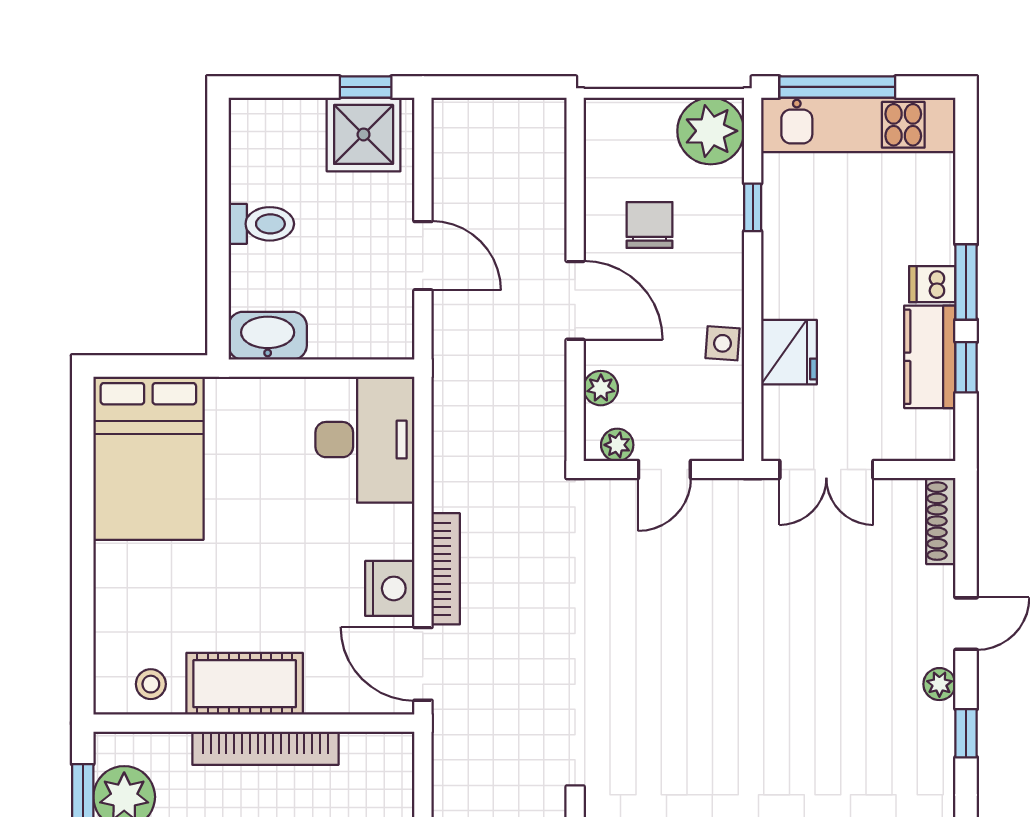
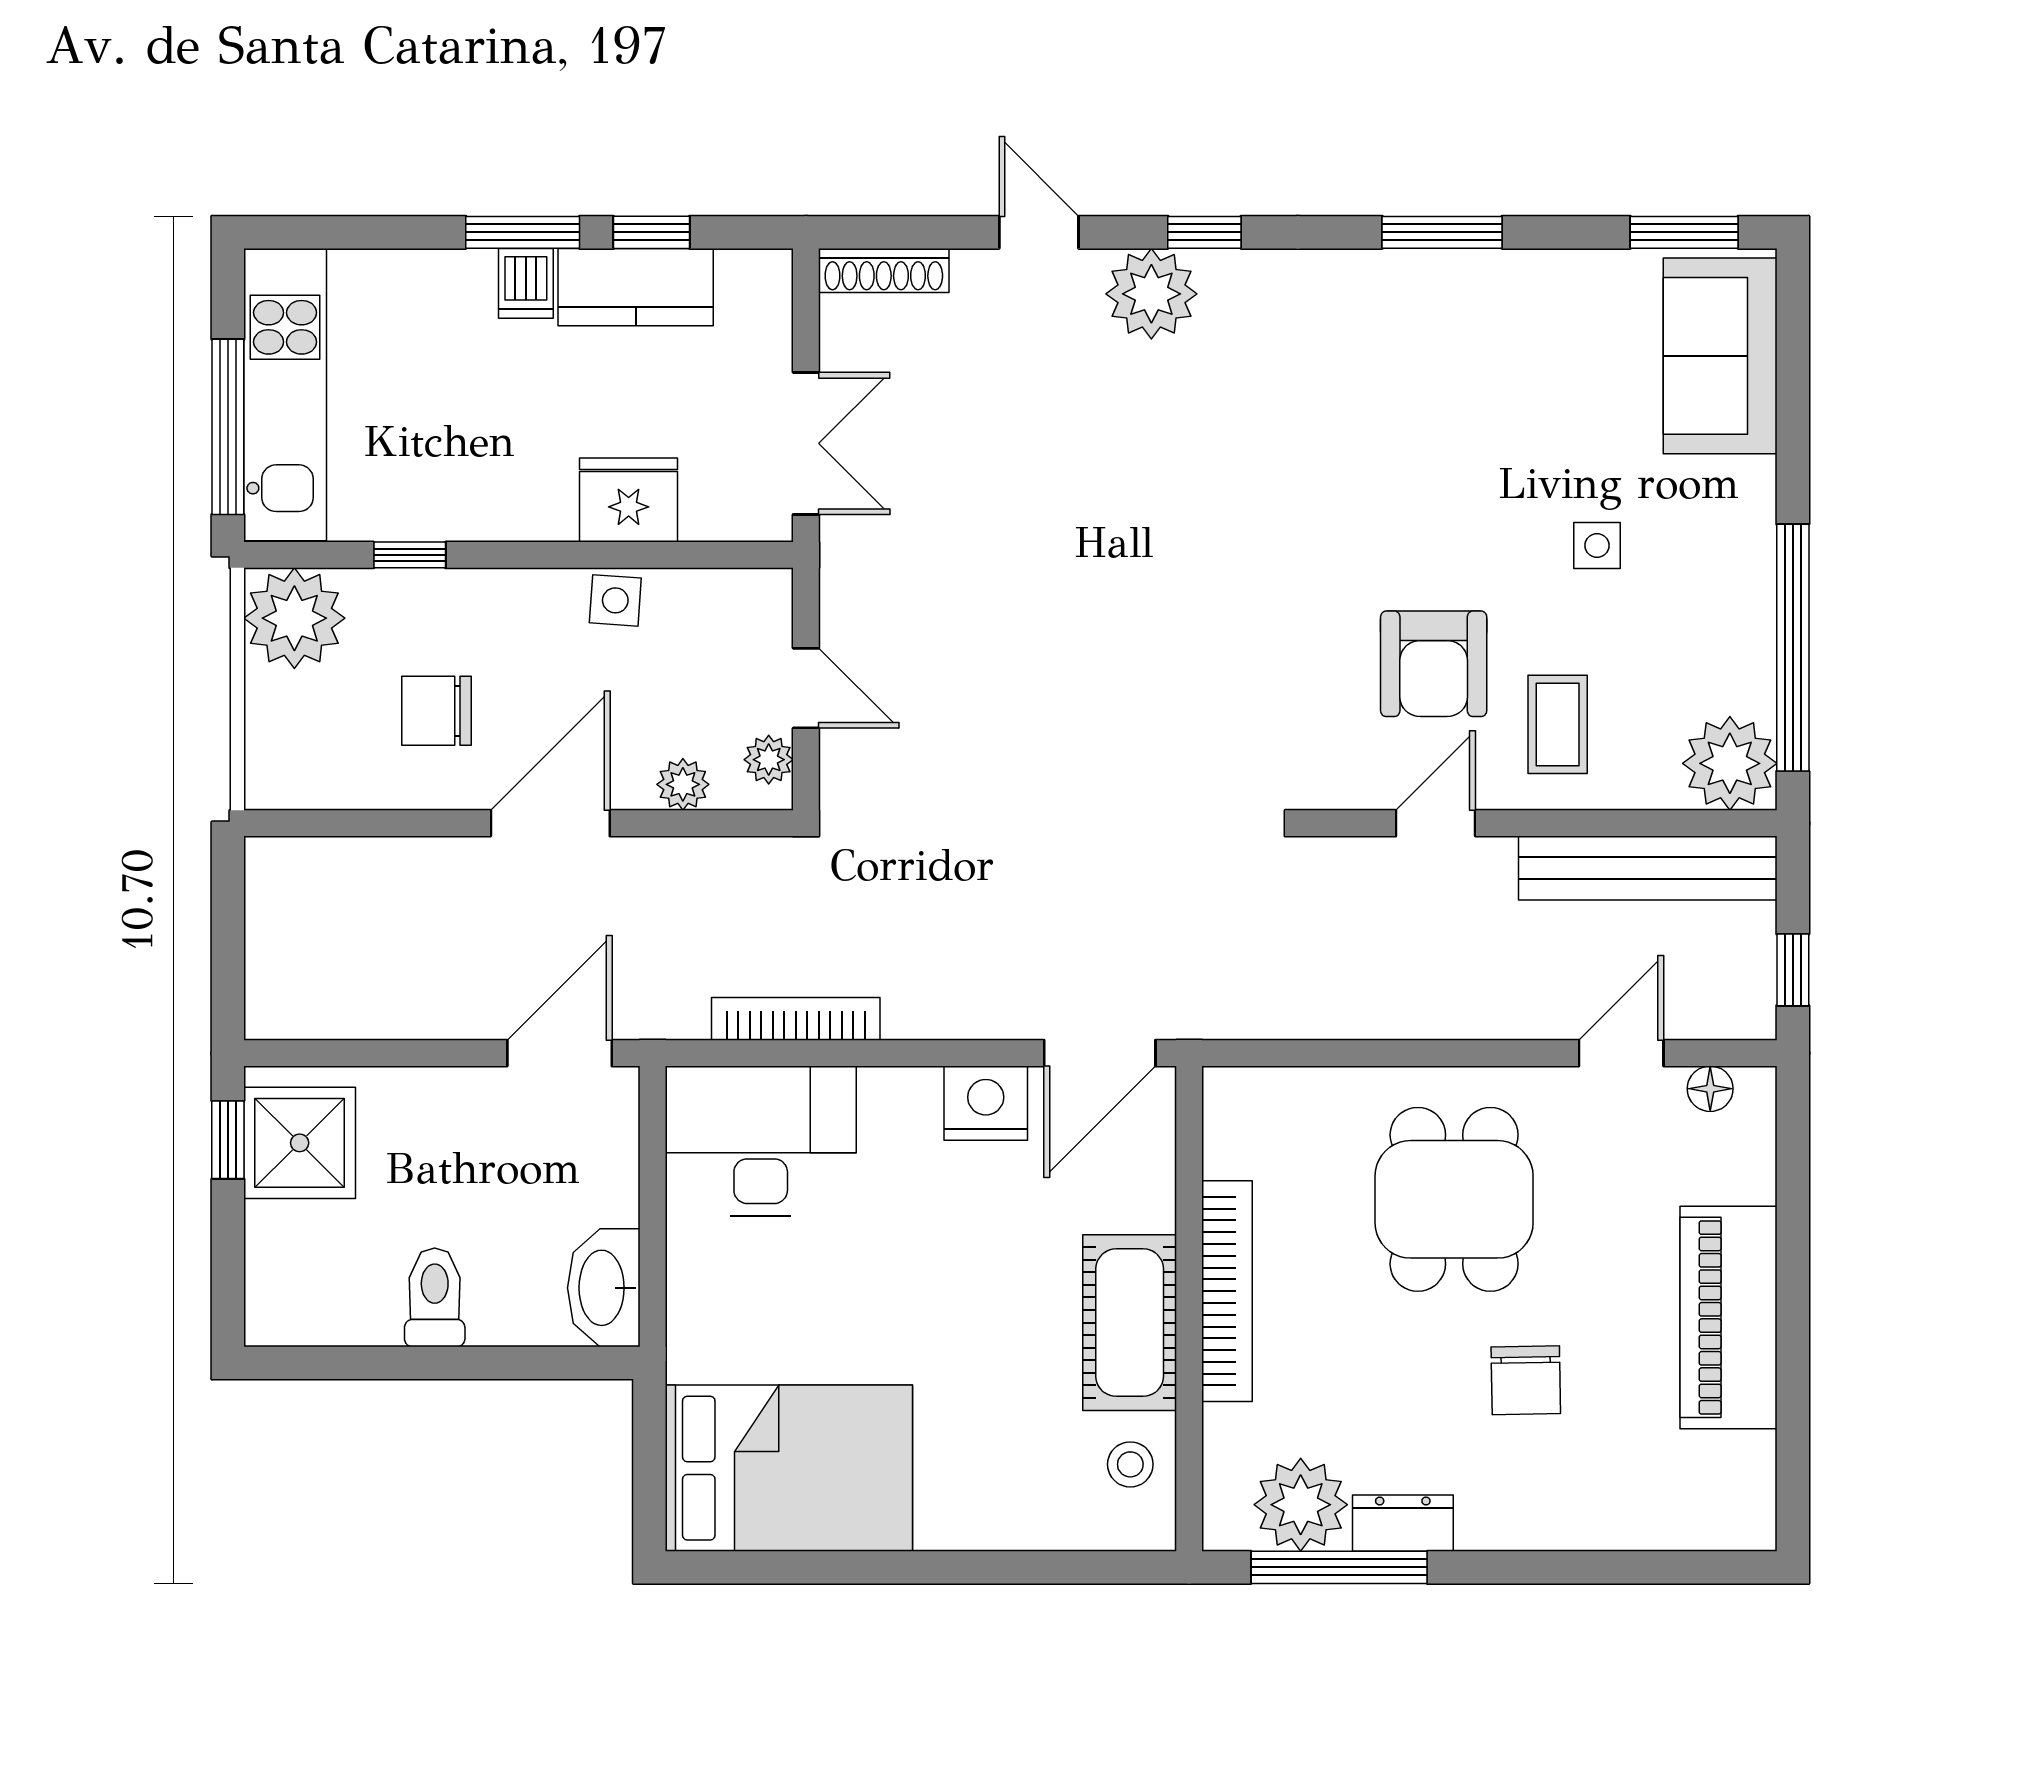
door: (423, 256) -> (560, 1053), moved
bookcase: (446, 569) -> (796, 1019), moved
plant: (939, 684) -> (1151, 294), width x1.88, depth x1.88

